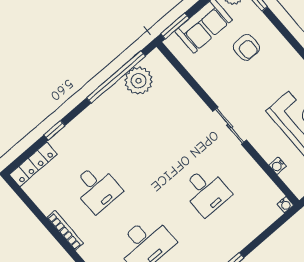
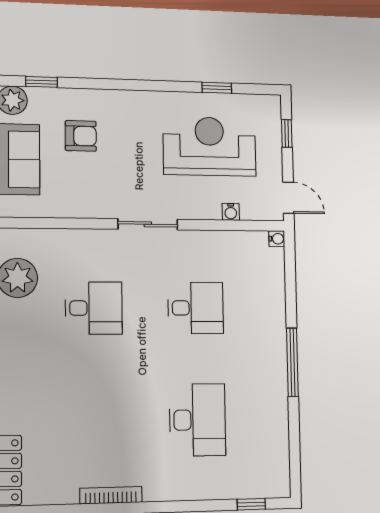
desk: (97, 188) -> (94, 308), moved

